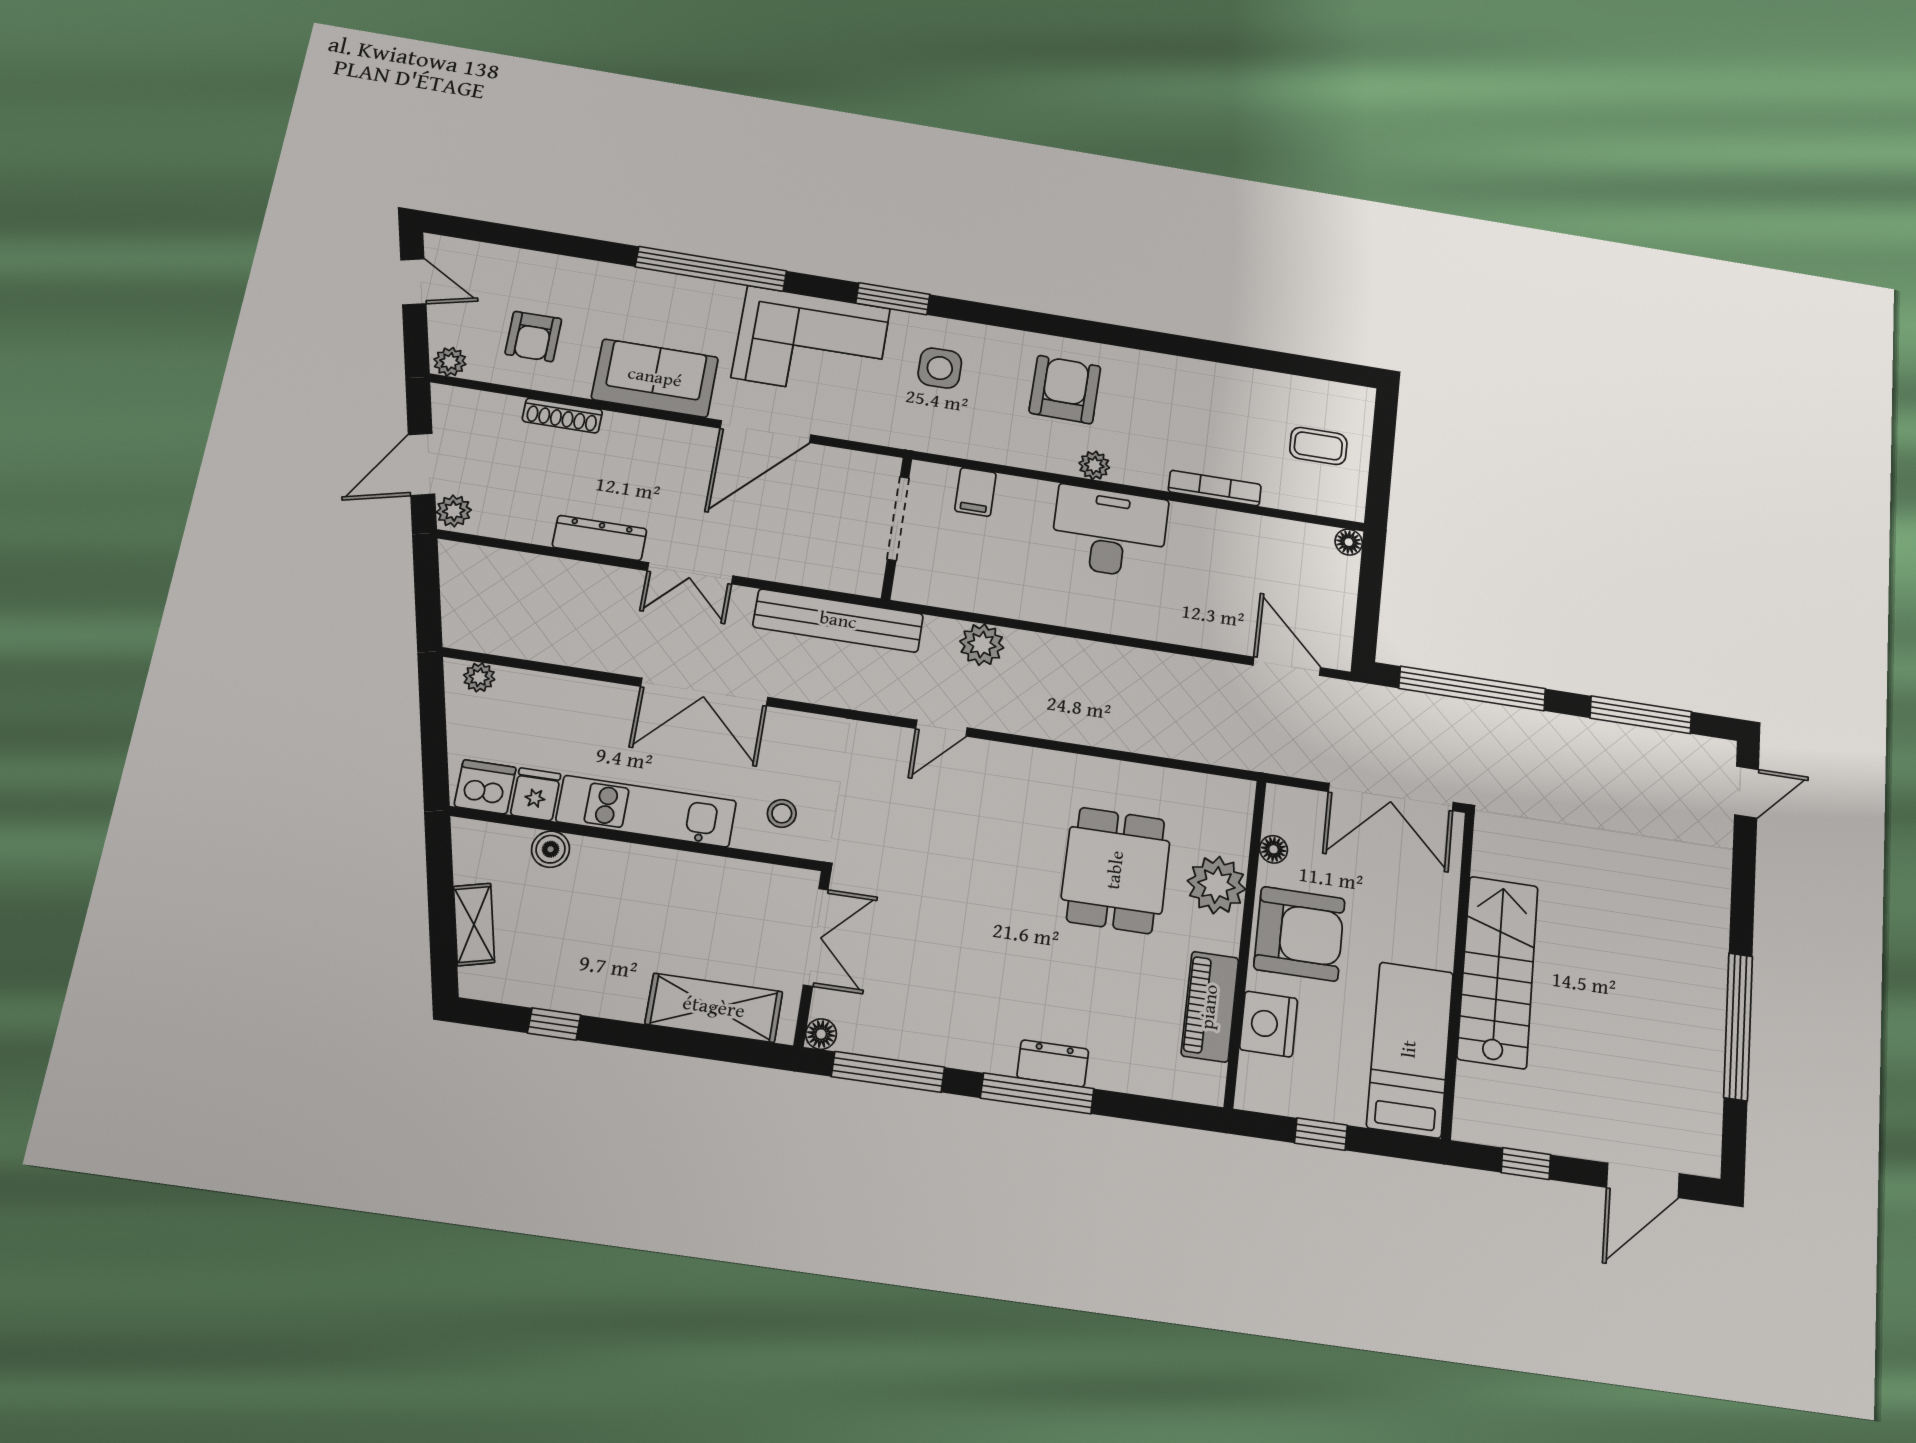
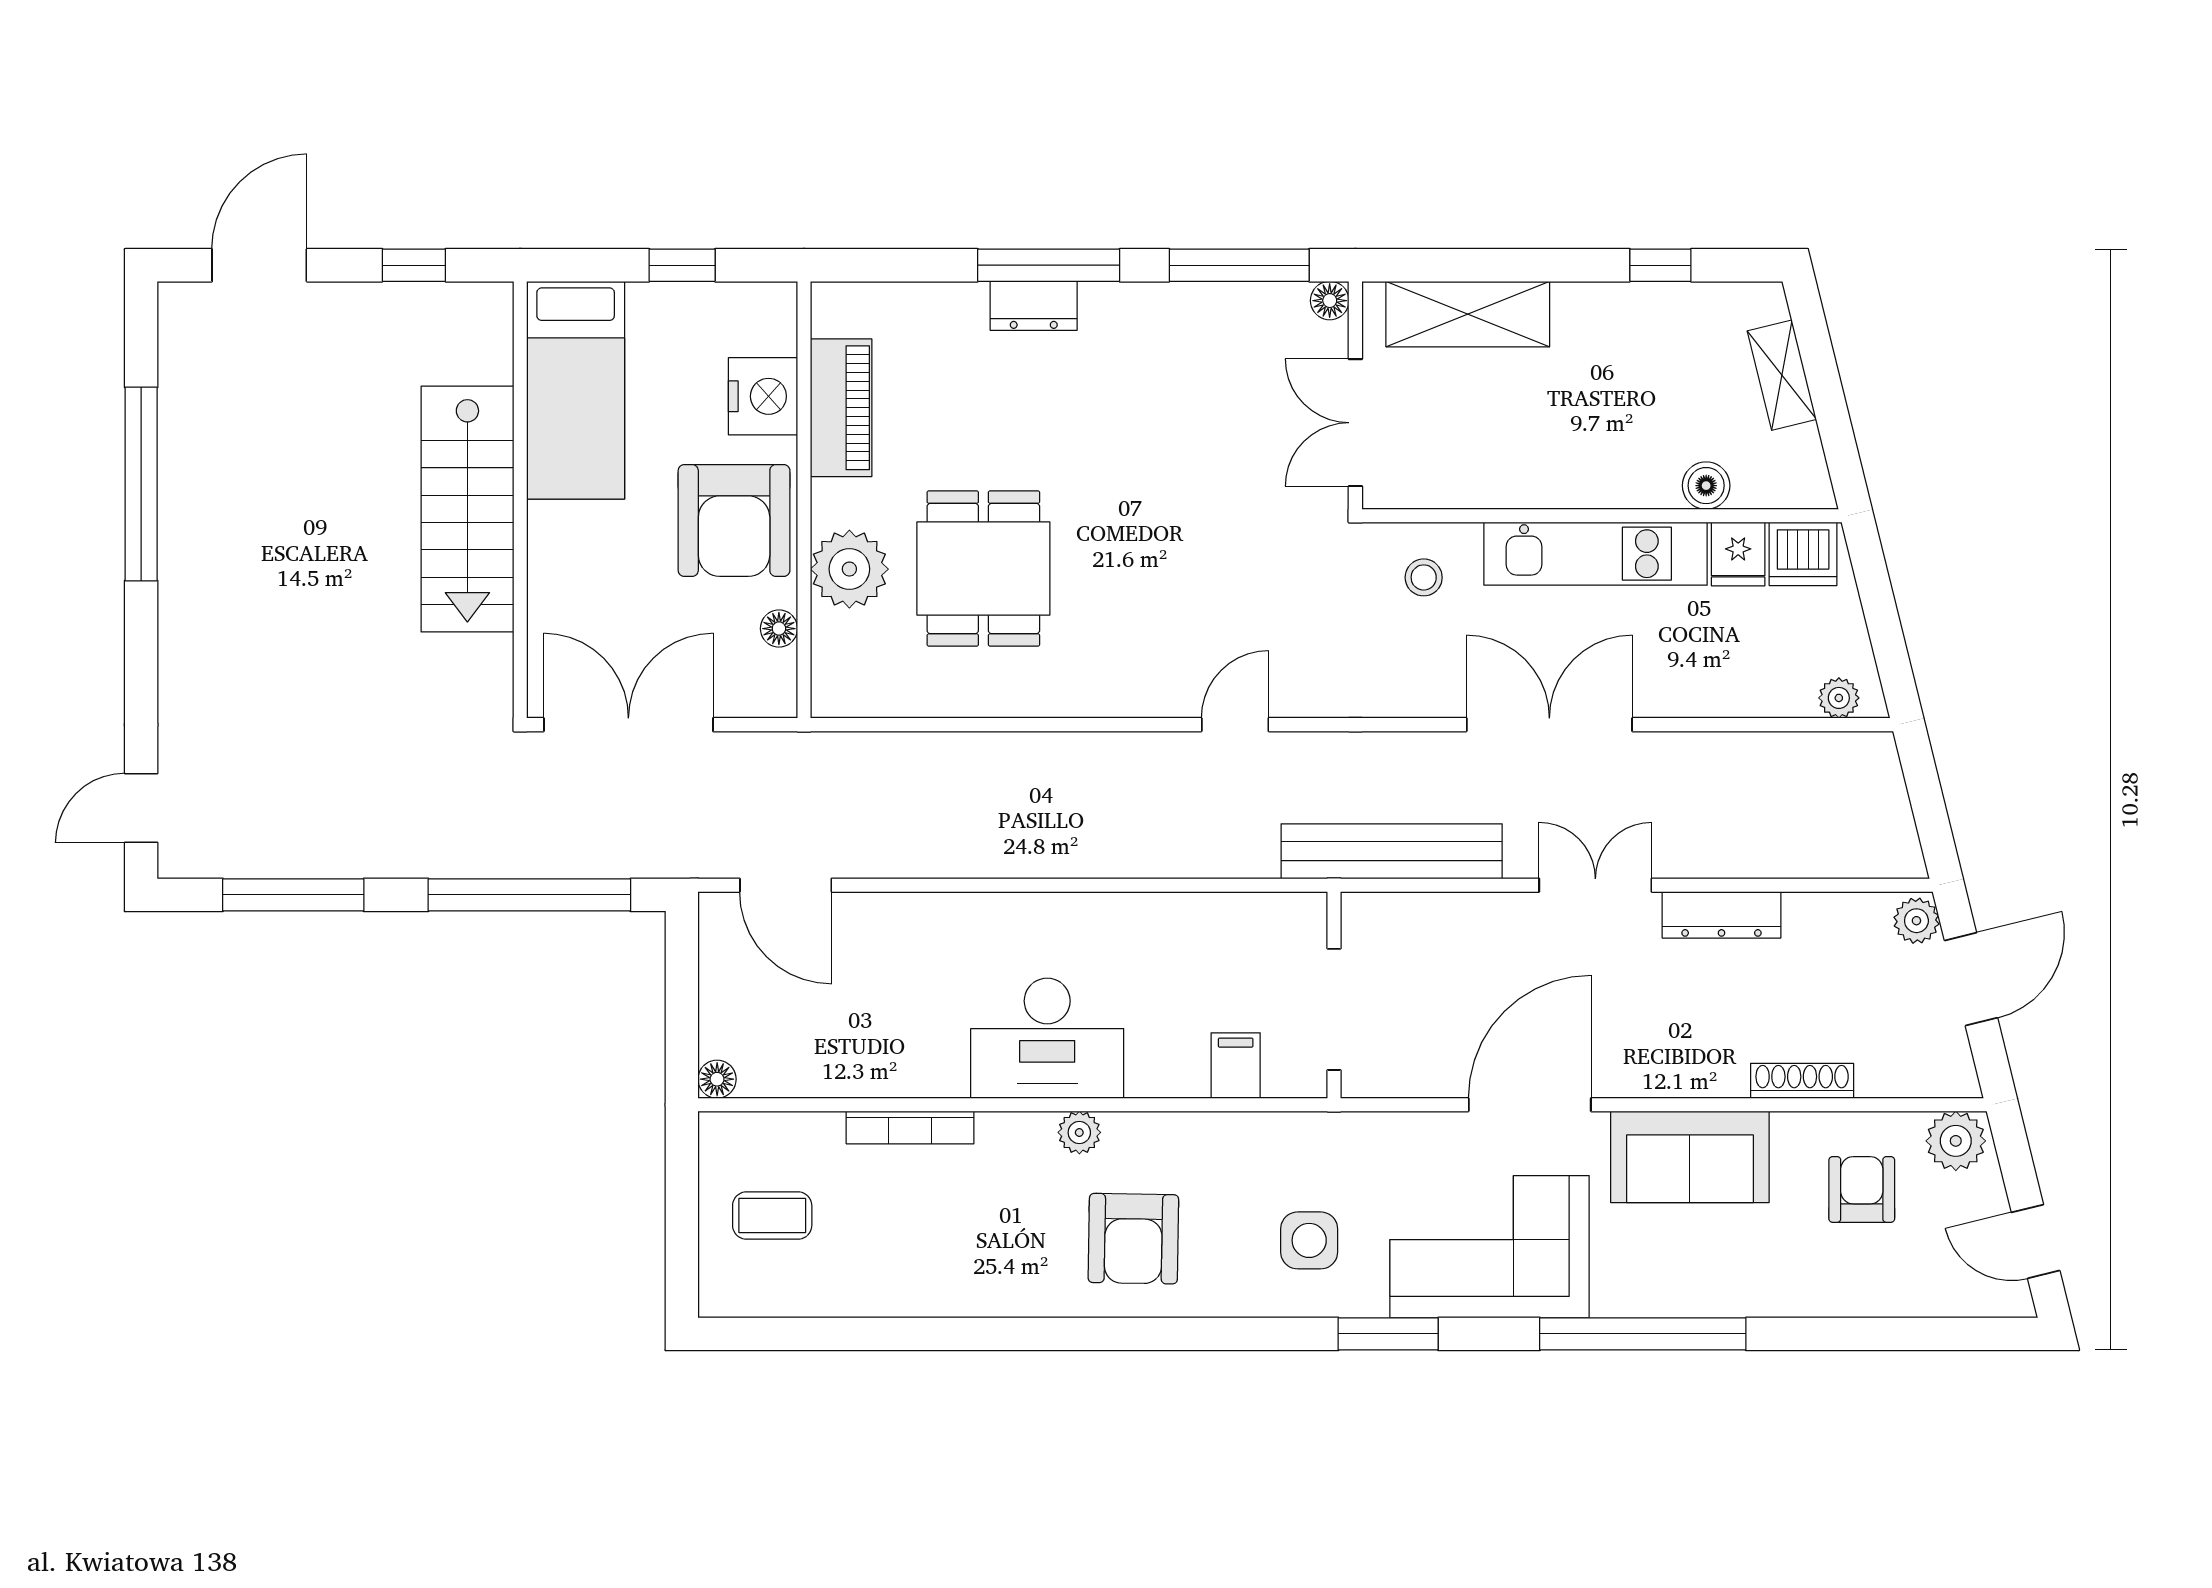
plant: (450, 362) -> (1956, 1141), width x1.38, depth x1.38
plant: (982, 645) -> (1198, 849), removed
armchair: (1299, 934) -> (734, 520), turned -90

